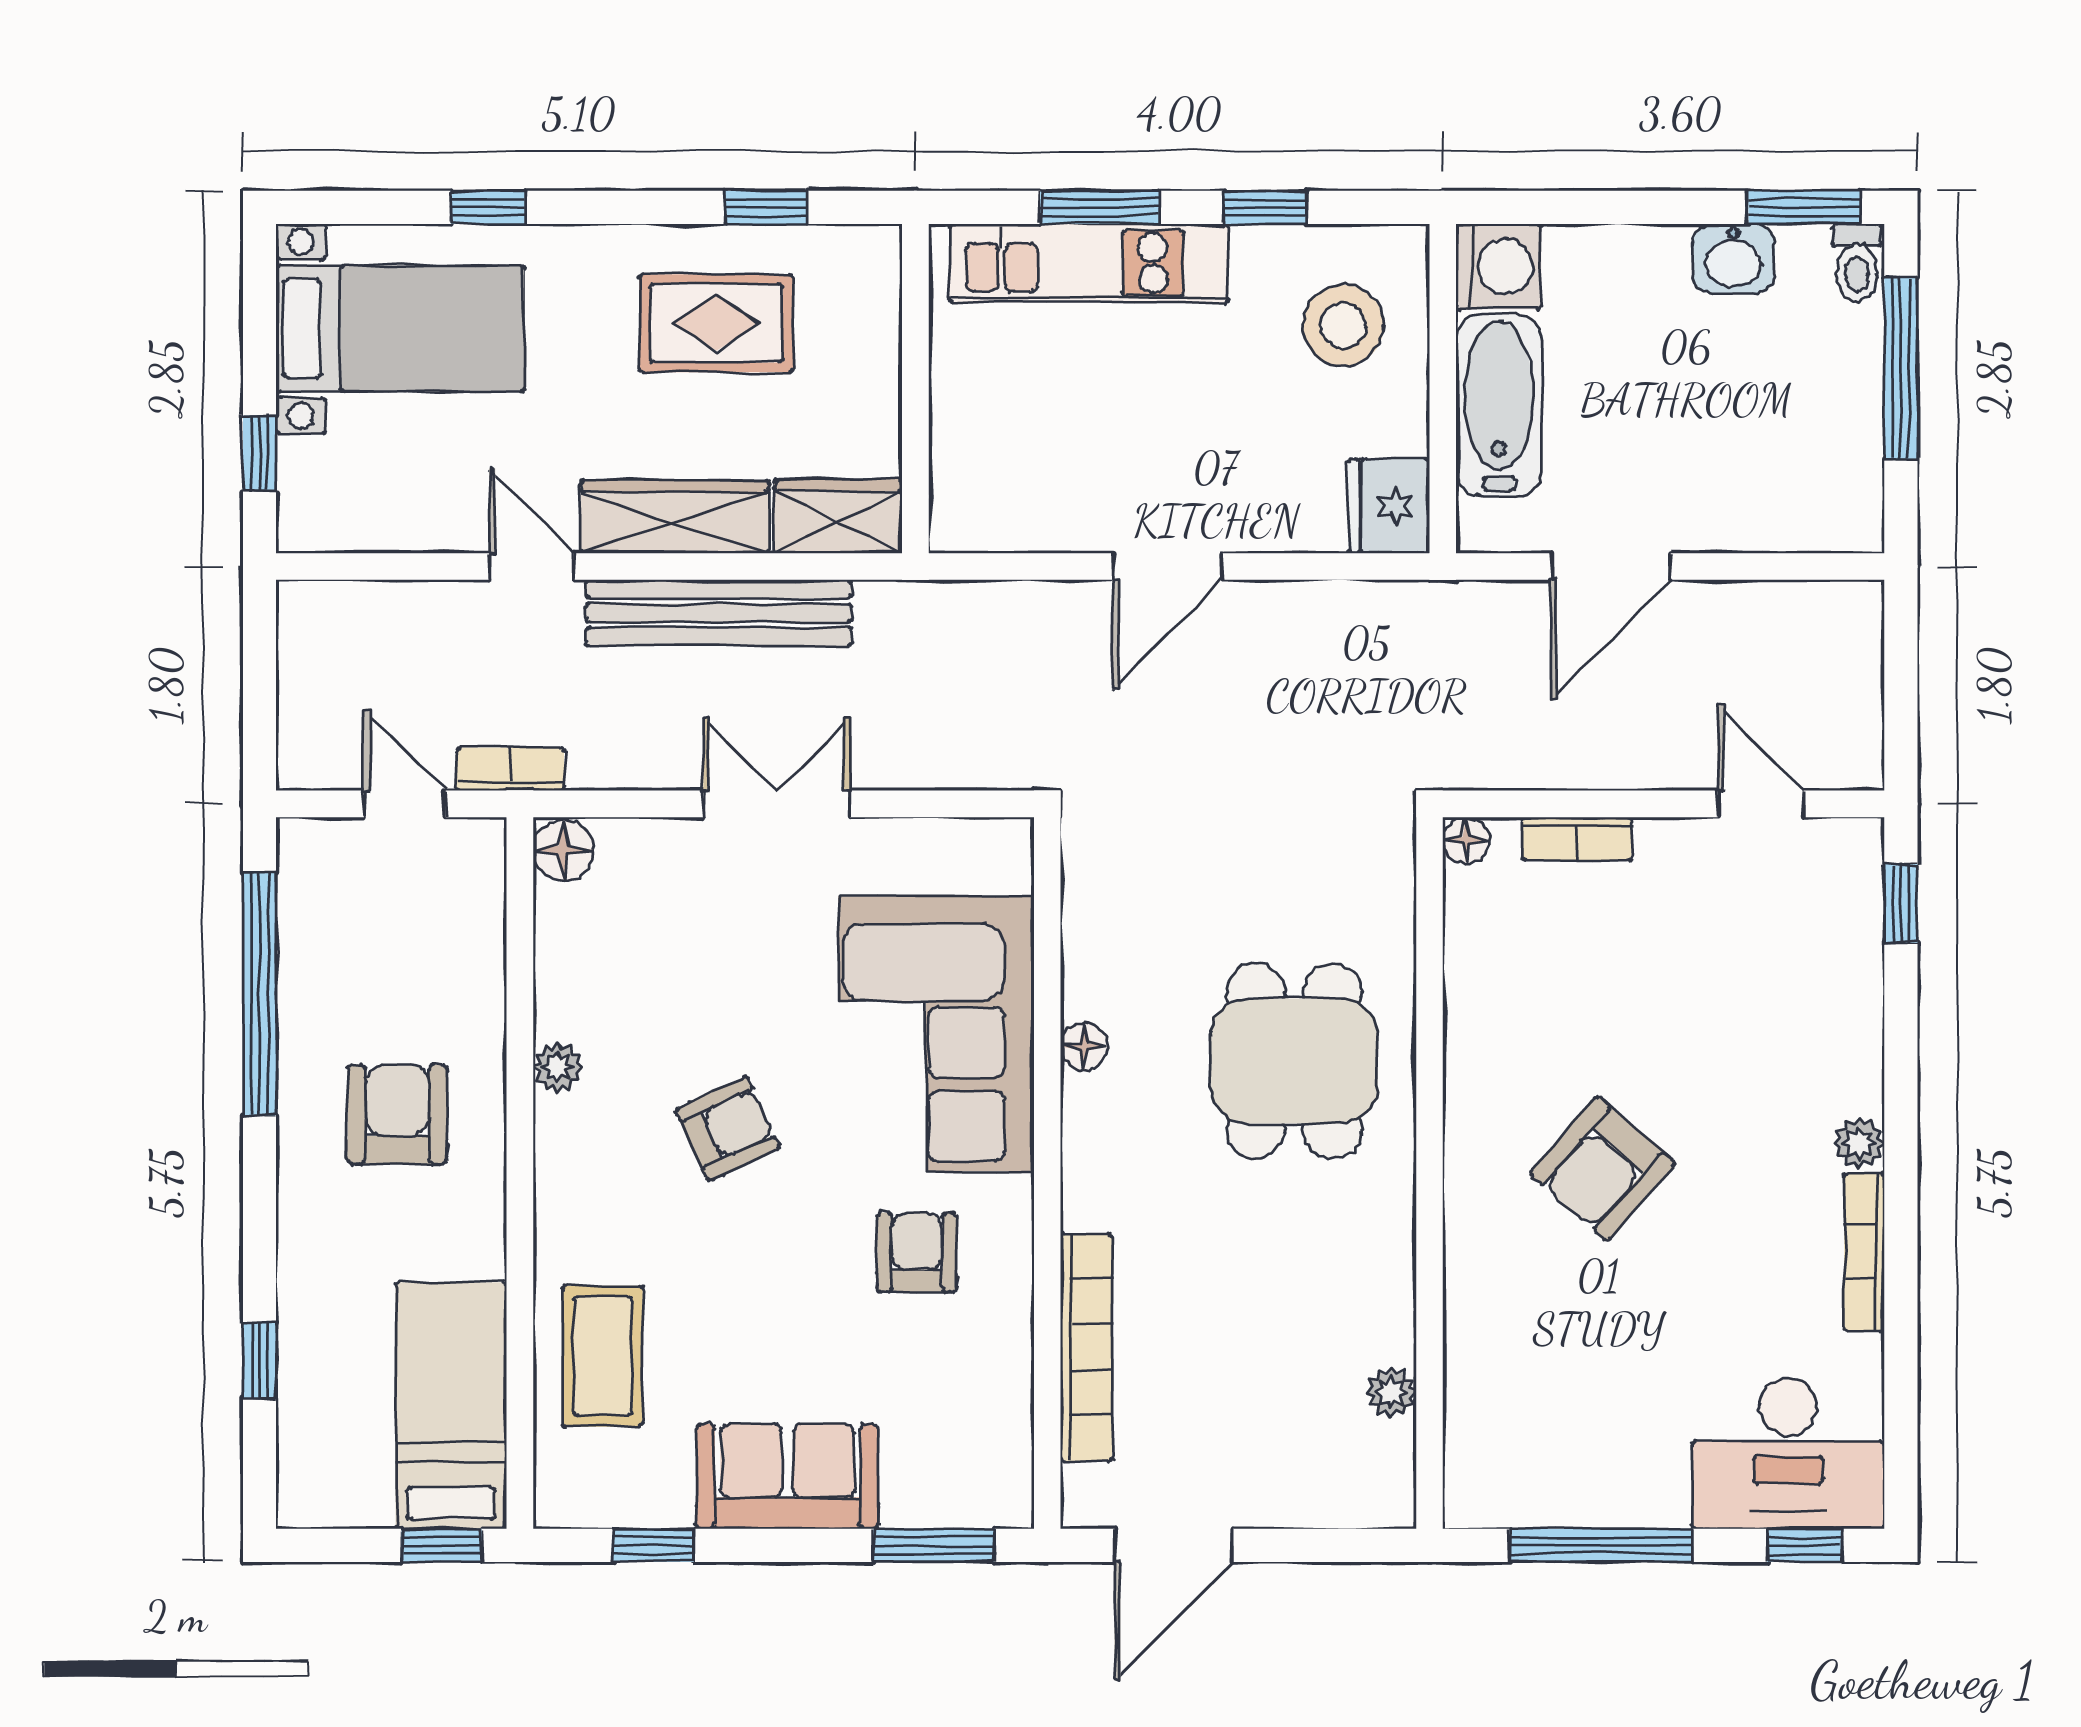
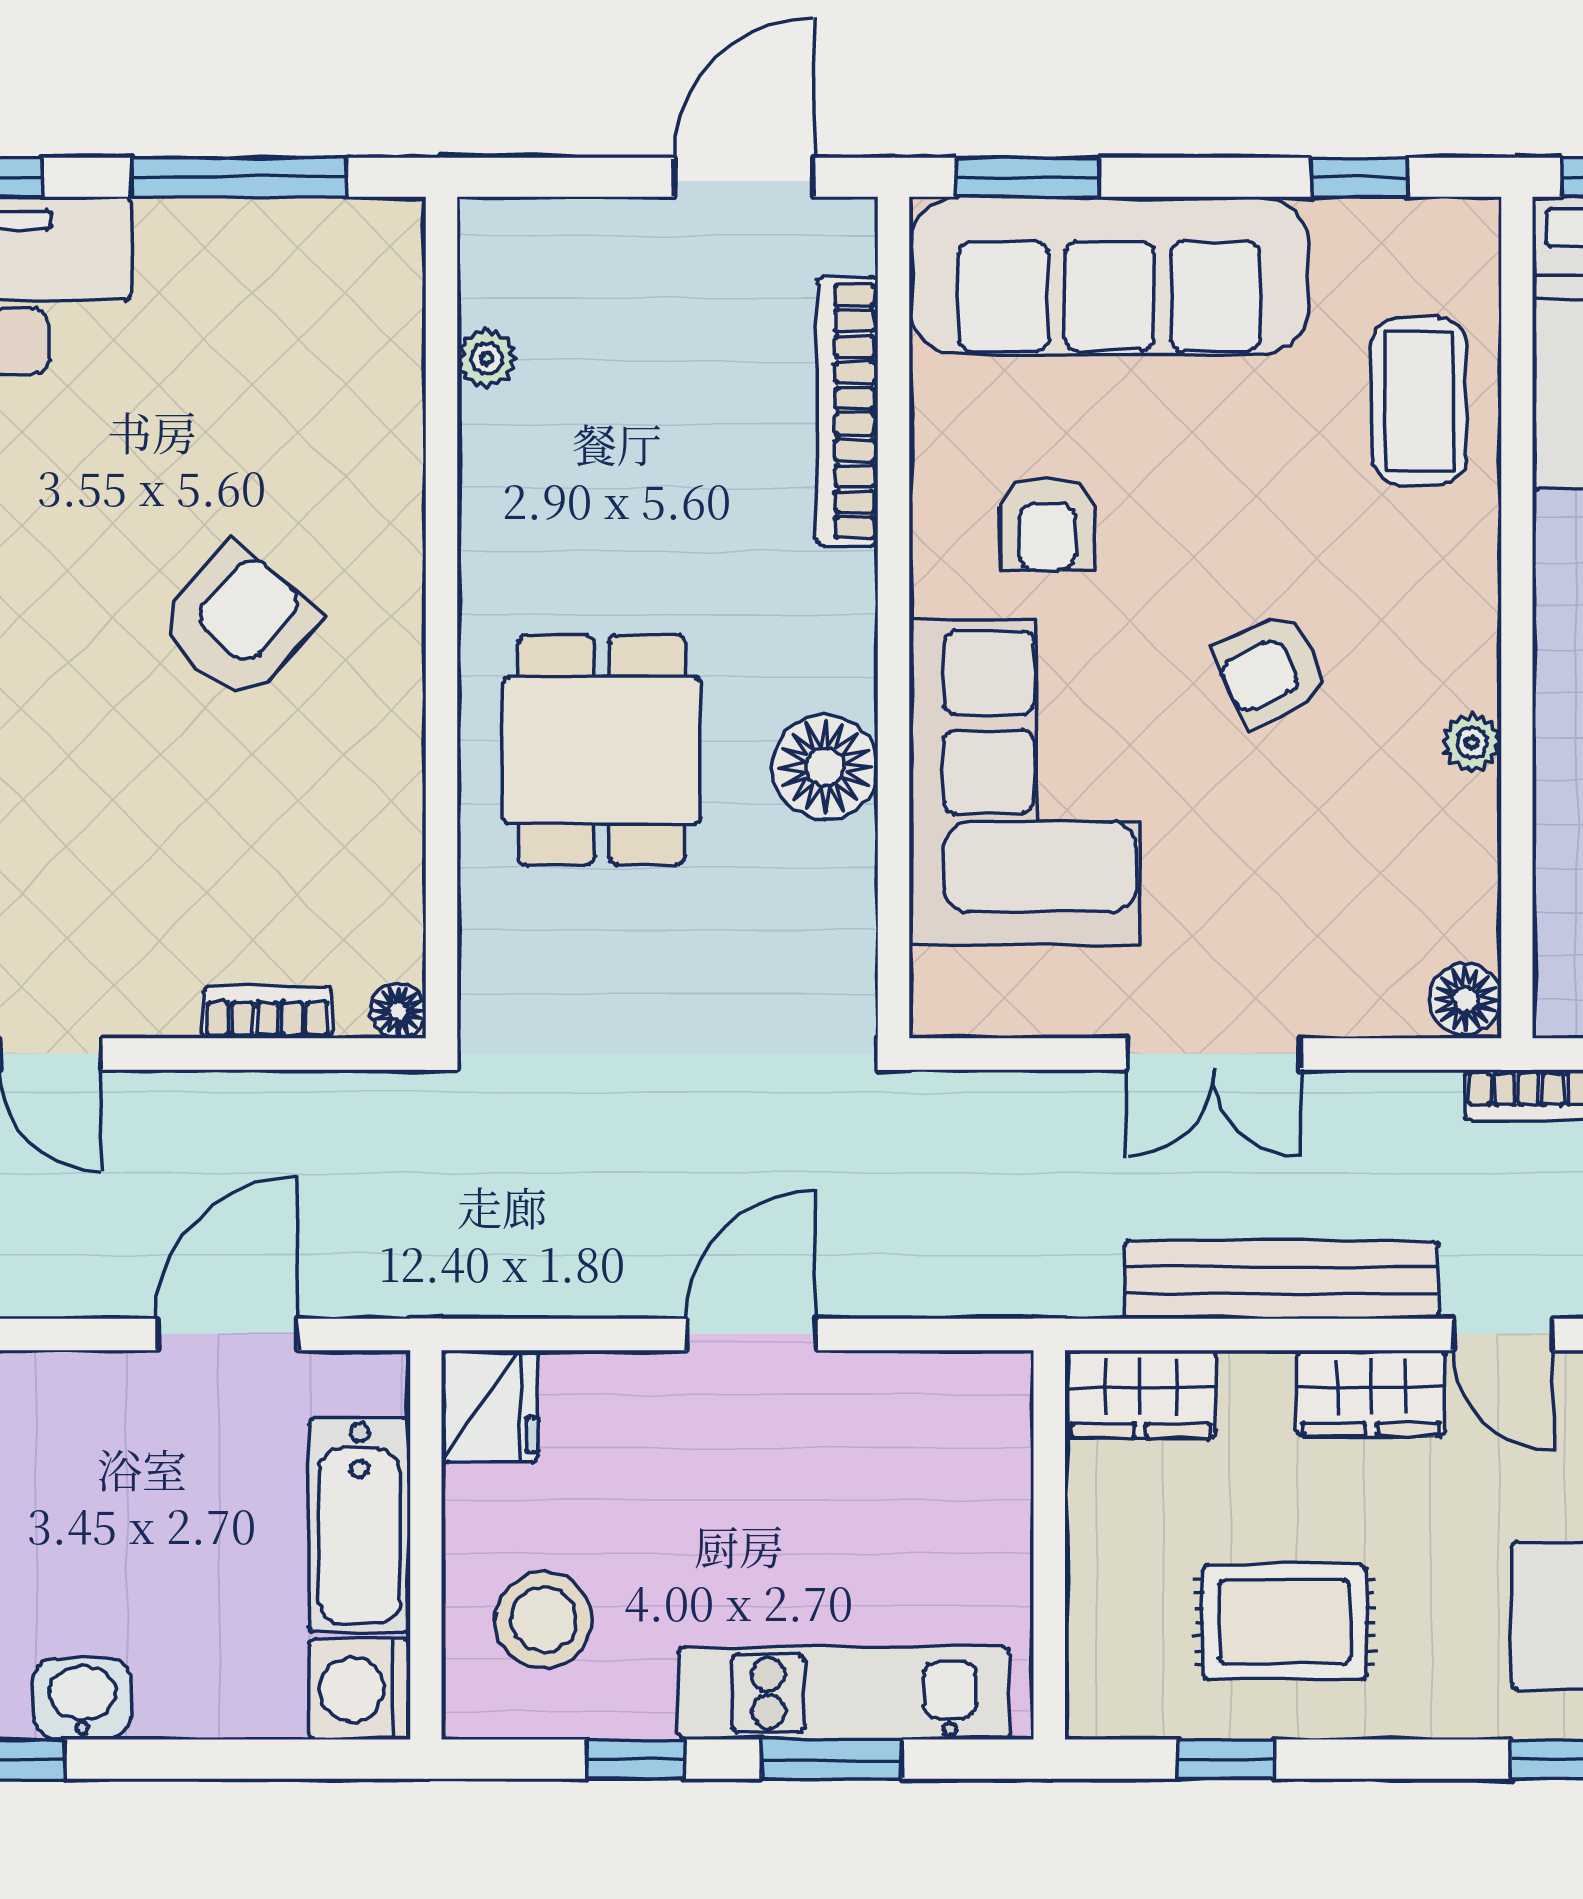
wardrobe: (675, 517) -> (1371, 1393), width x0.67
floor lamp: (1084, 1047) -> (825, 767), width x1.89, depth x1.89
sofa: (787, 1476) -> (1109, 276), width x1.85, depth x1.27

